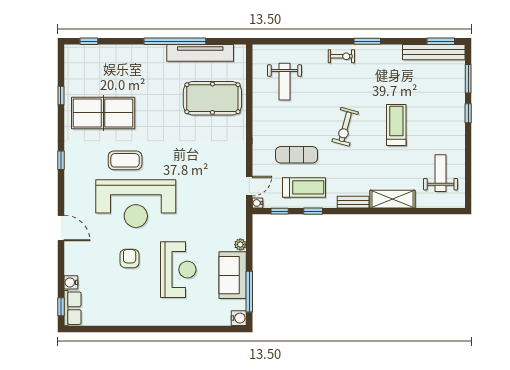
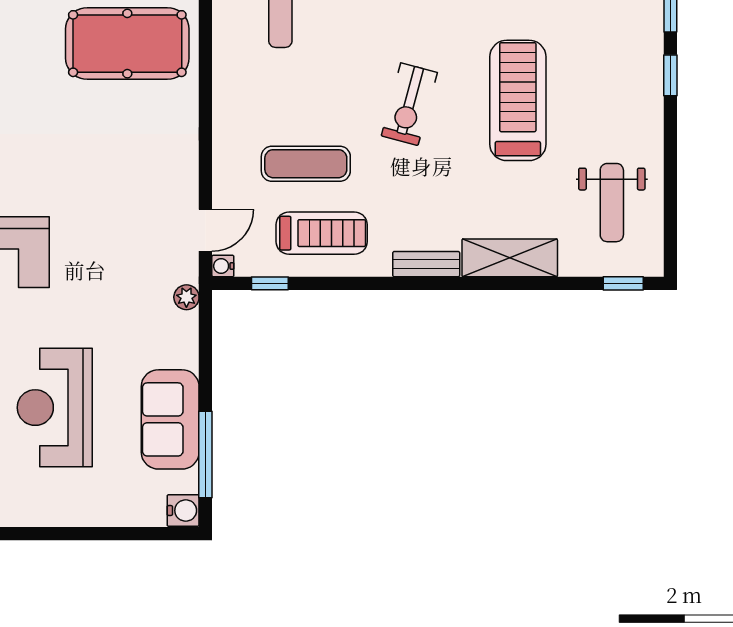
treadmill: (396, 125) -> (518, 100), width x1.37, depth x1.38
weight bench: (441, 173) -> (612, 203), turned 180
window: (313, 211) -> (623, 283), moved
plant: (240, 245) -> (186, 297), moved
reception desk: (178, 270) -> (55, 408), turned 180

